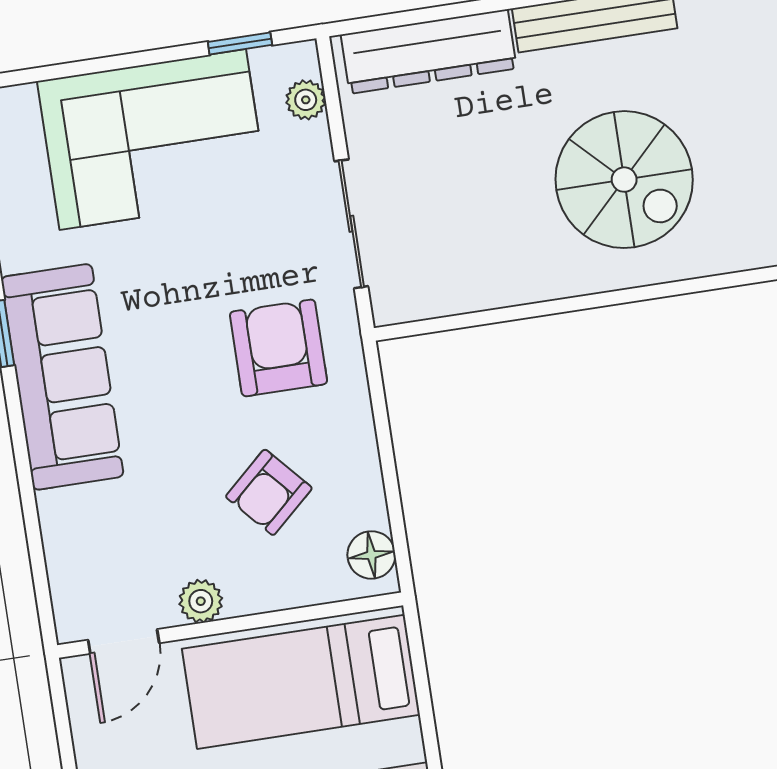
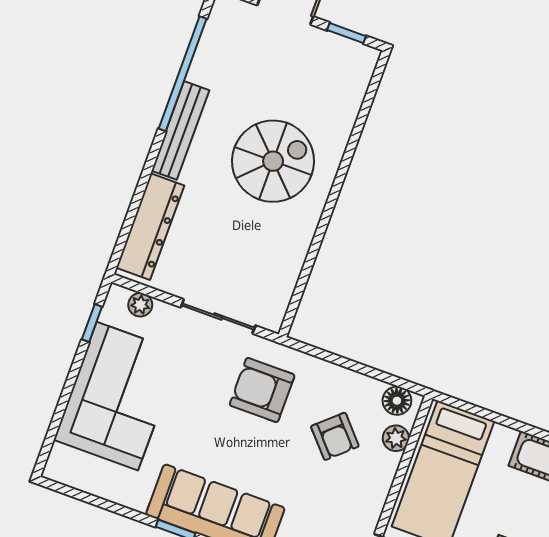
plant: (201, 601) -> (396, 438), moved

